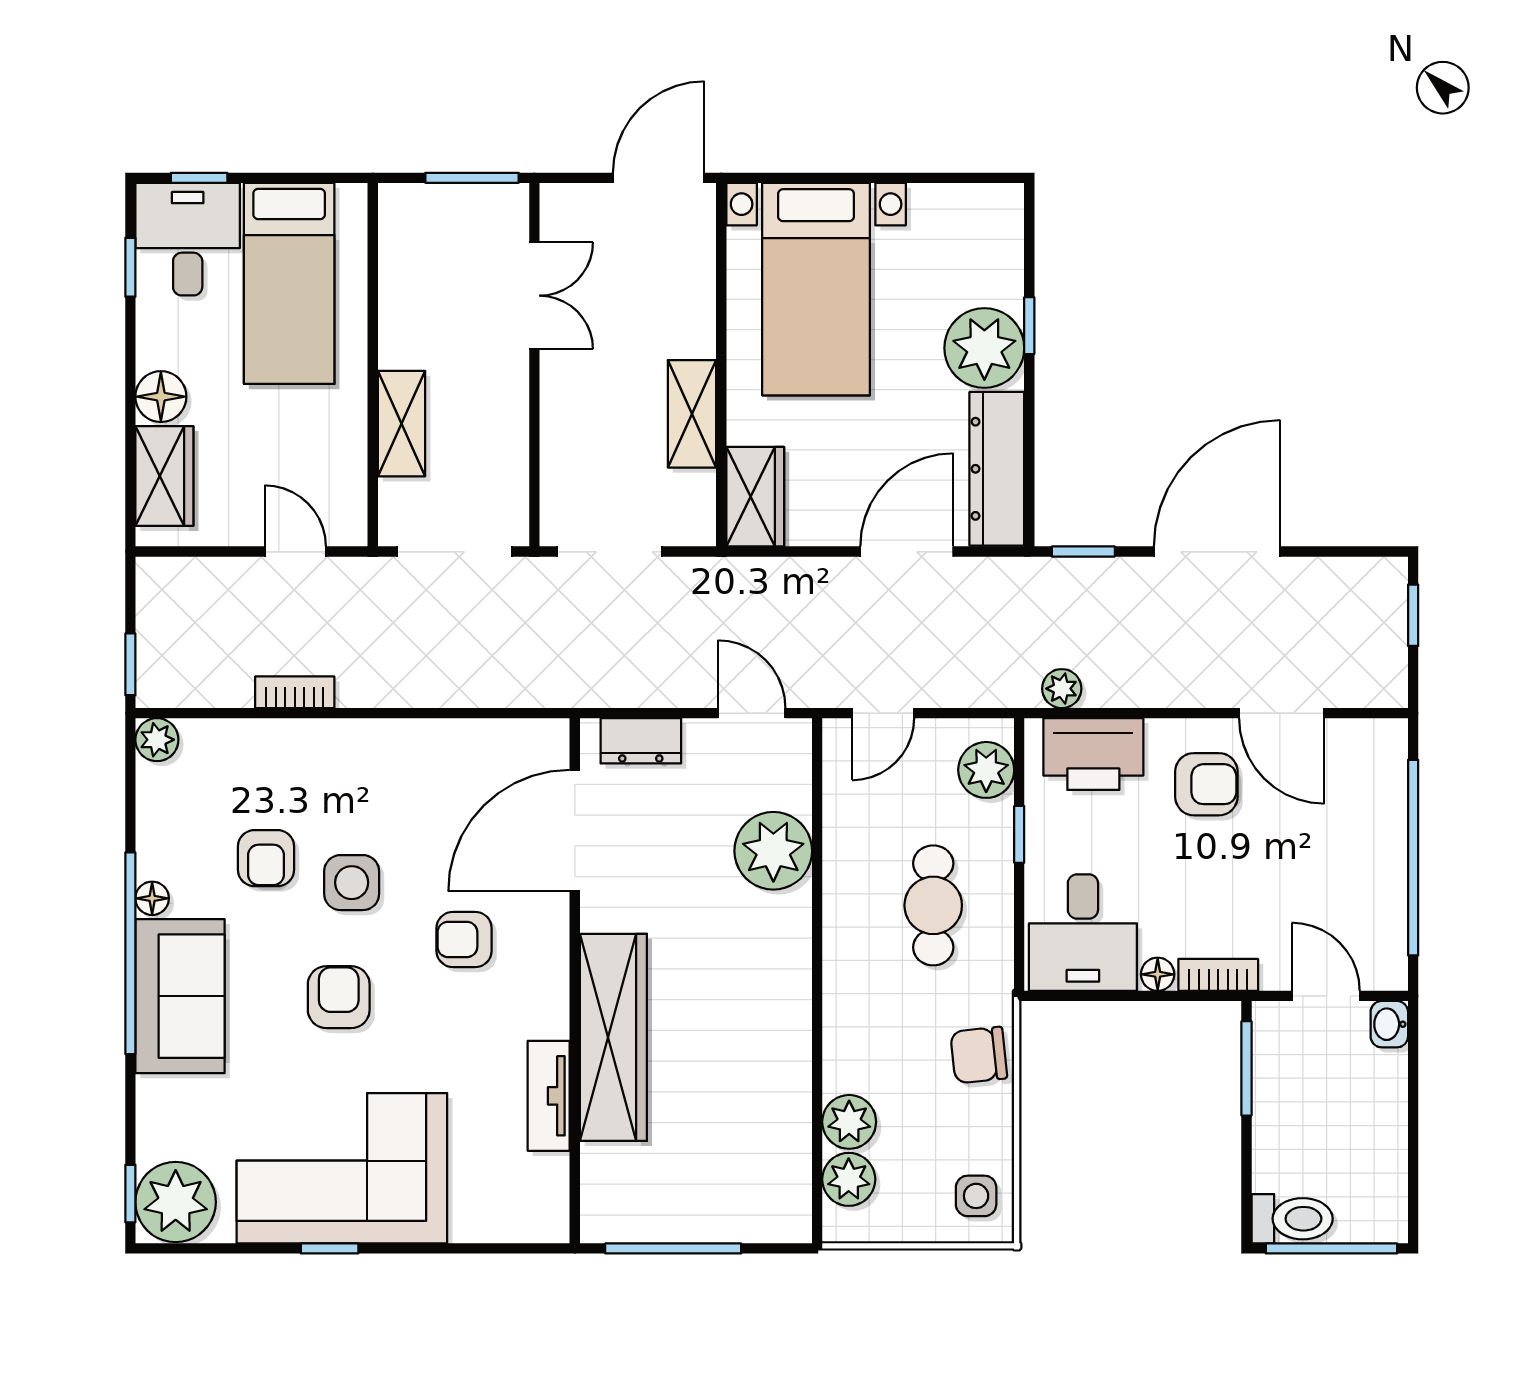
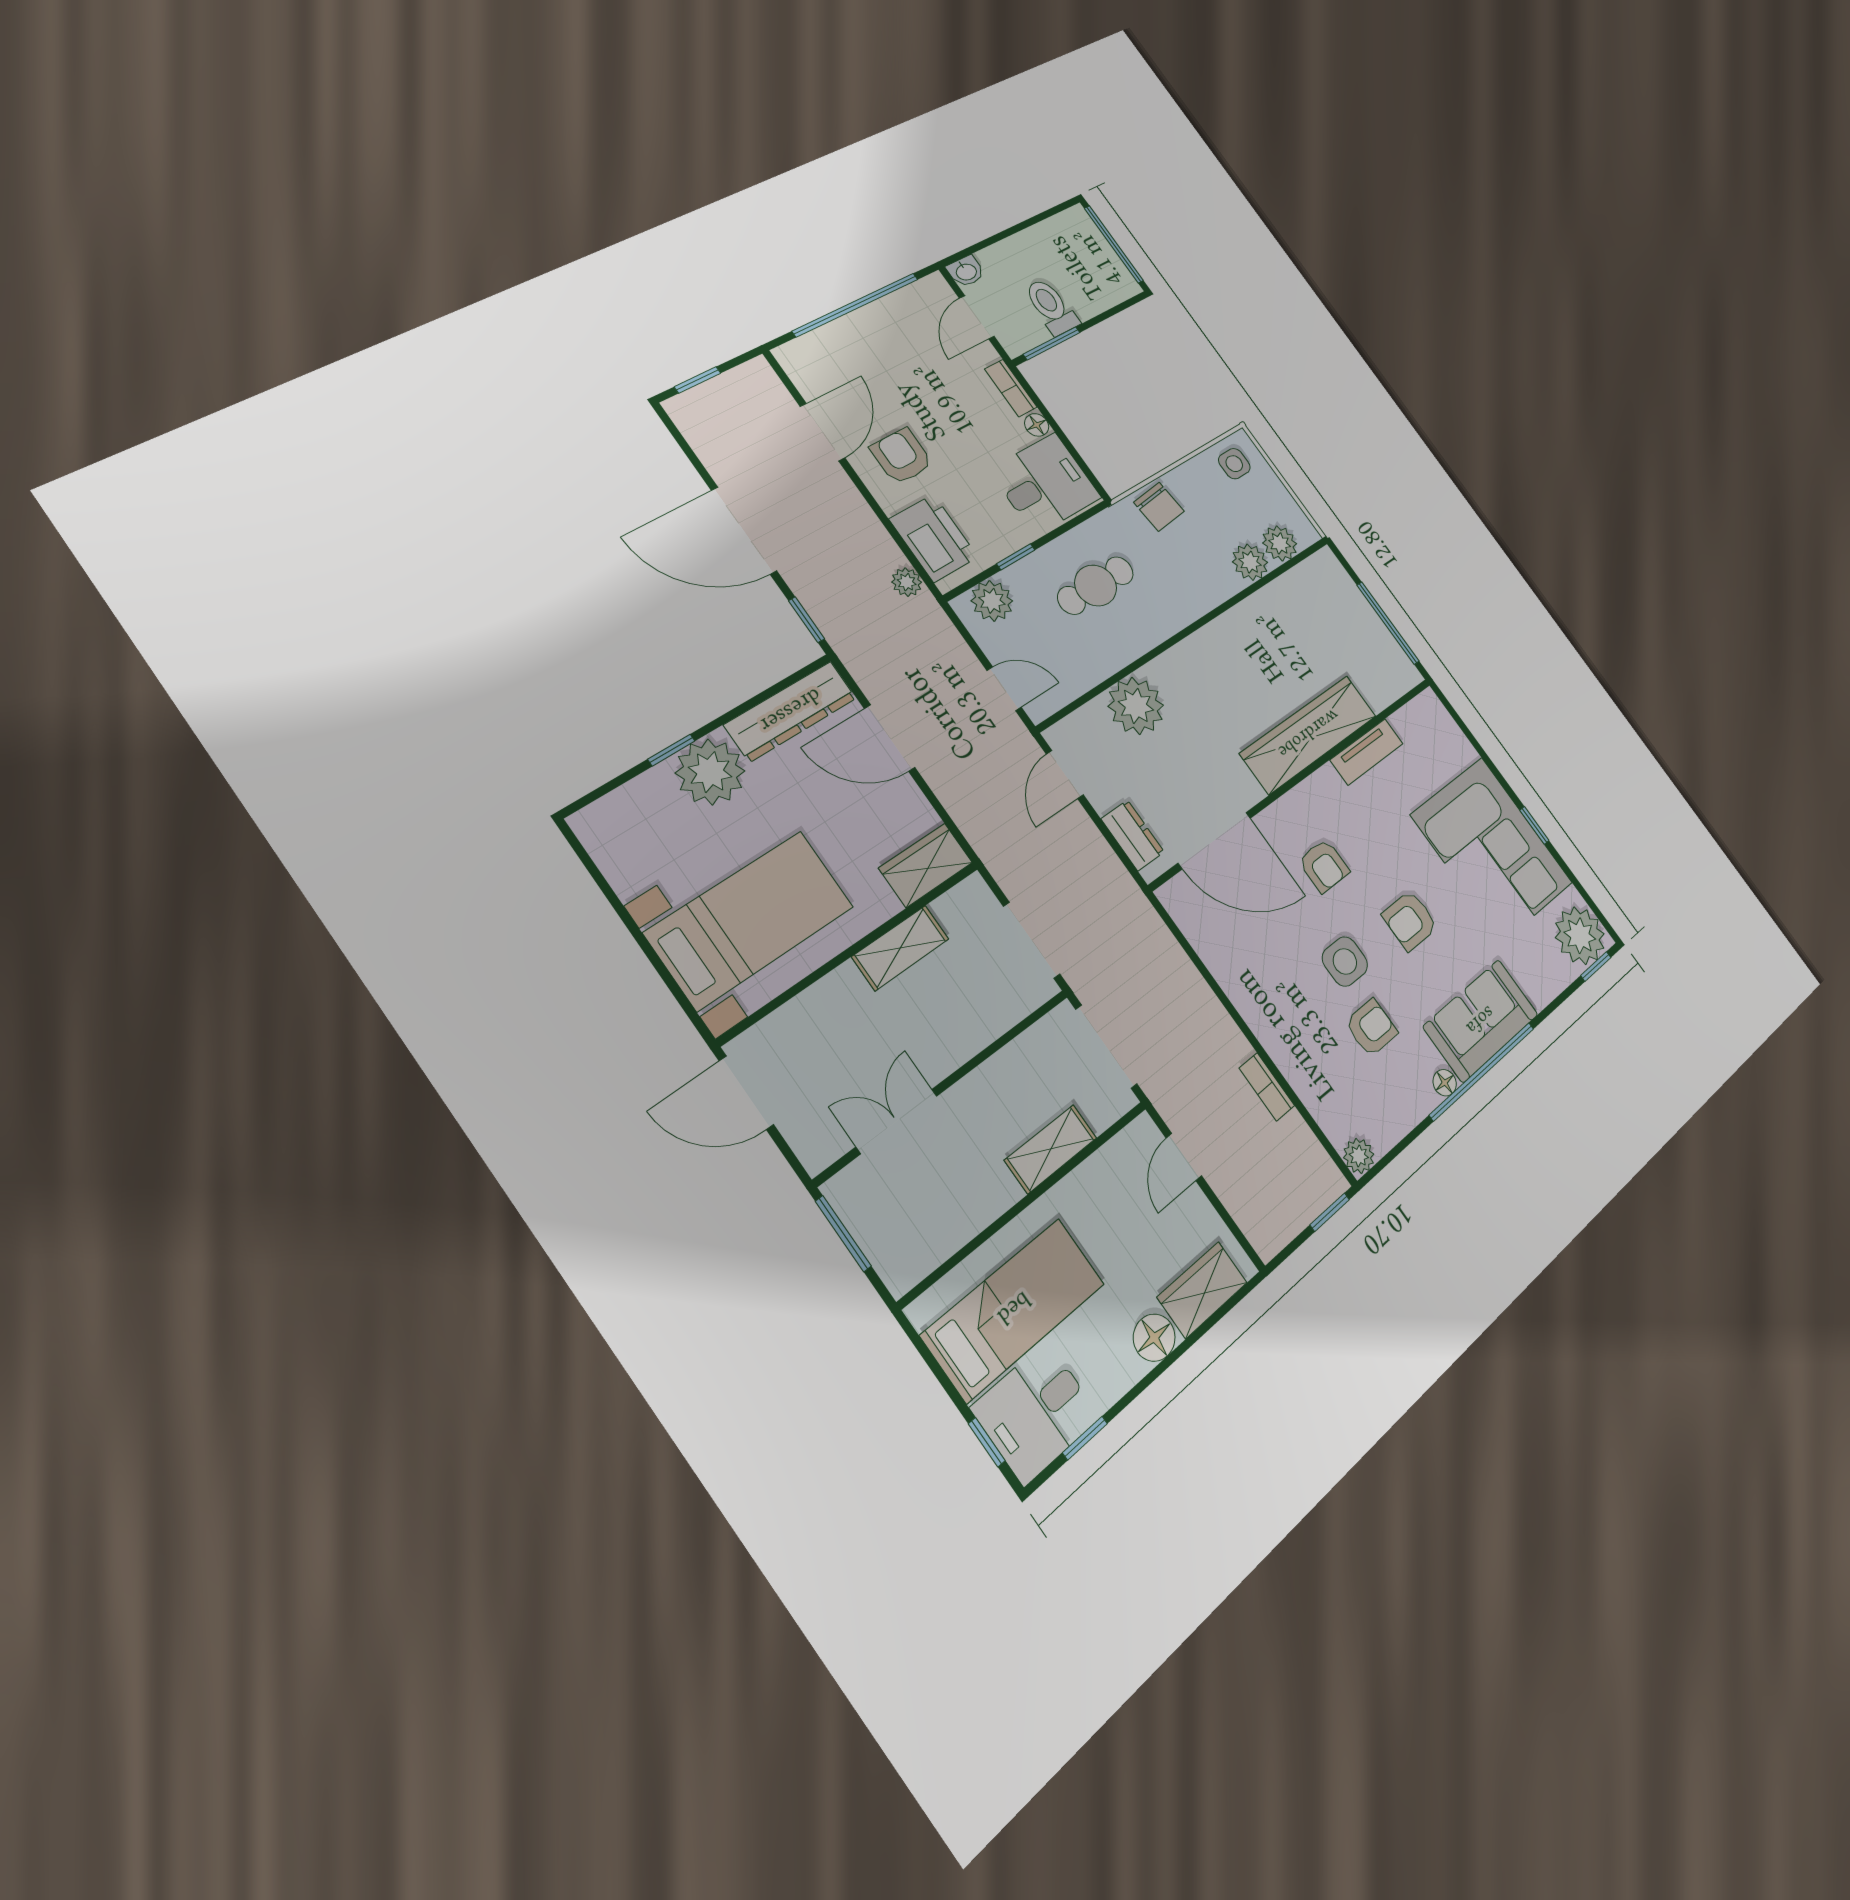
toilet: (1292, 1219) -> (1051, 307), moved

